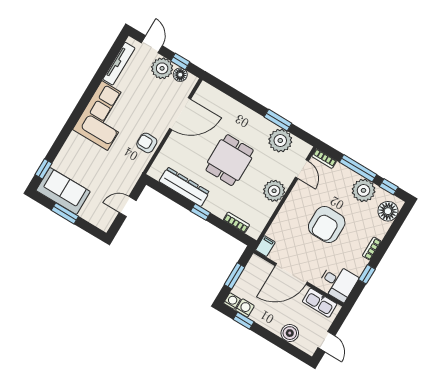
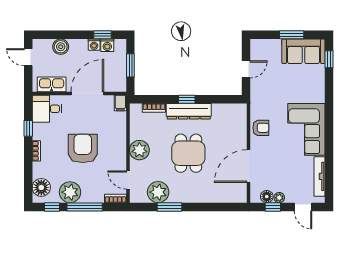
plant: (162, 68) -> (279, 198), width x0.53, depth x0.53
dresser: (184, 187) -> (189, 111), moved
washing machine: (232, 301) -> (94, 45), moved

